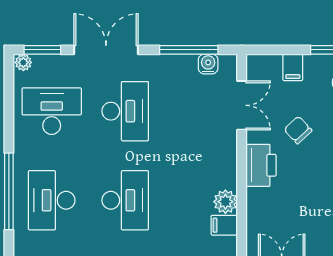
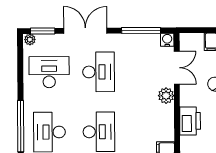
water cooler: (208, 64) -> (167, 40), moved
printer: (261, 165) -> (190, 121), moved
plant: (225, 202) -> (166, 96), moved

